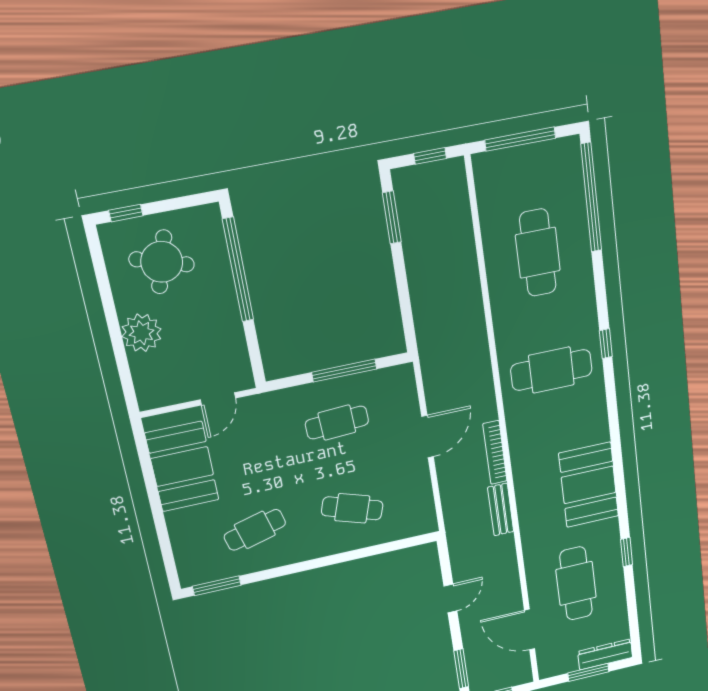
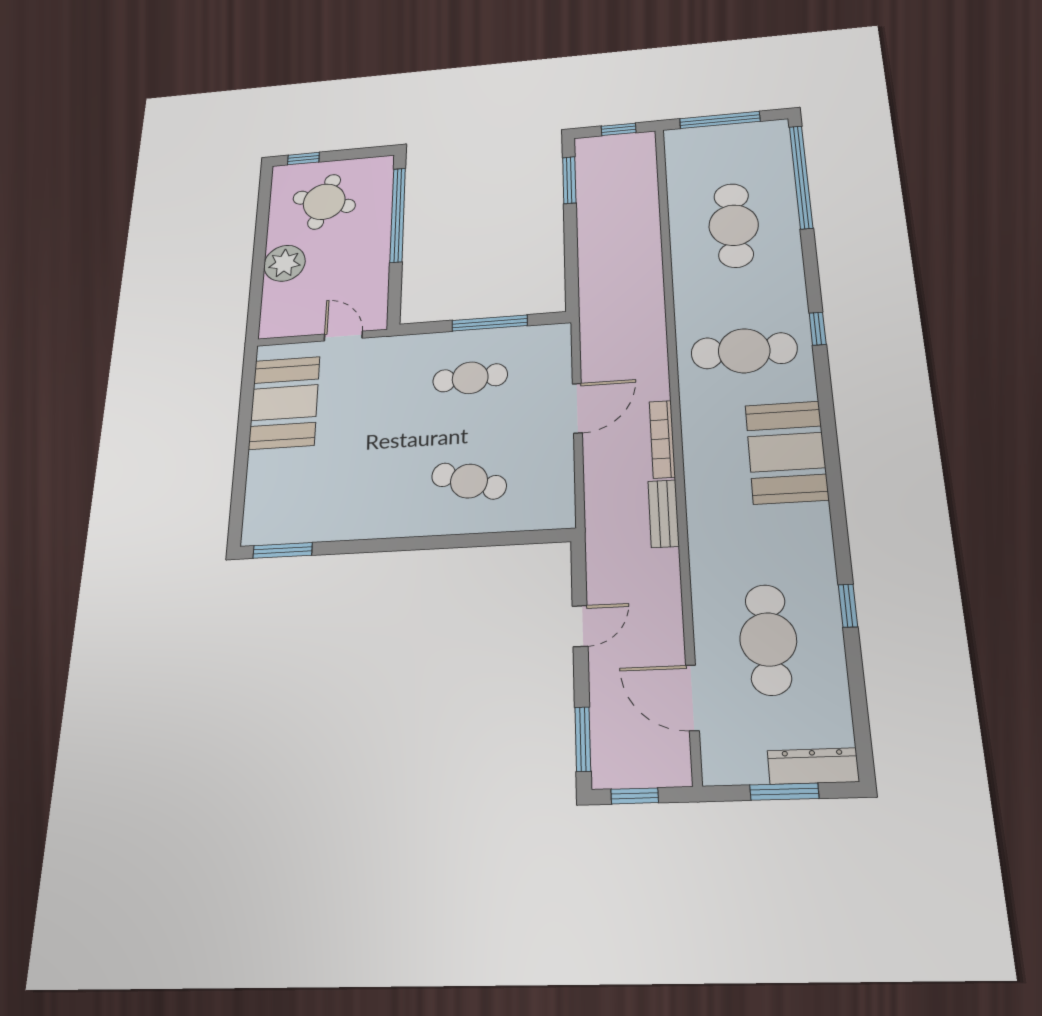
door: (218, 399) -> (343, 336), swing flipped
booth: (589, 485) -> (787, 452), moved
cafe table: (255, 530) -> (346, 488), removed

